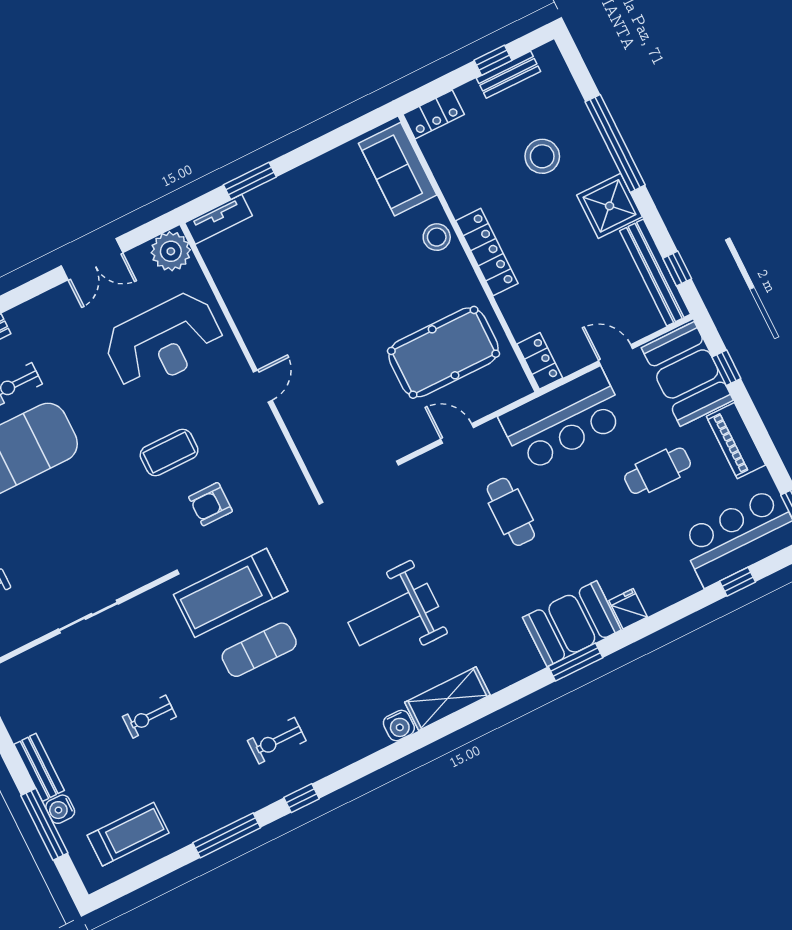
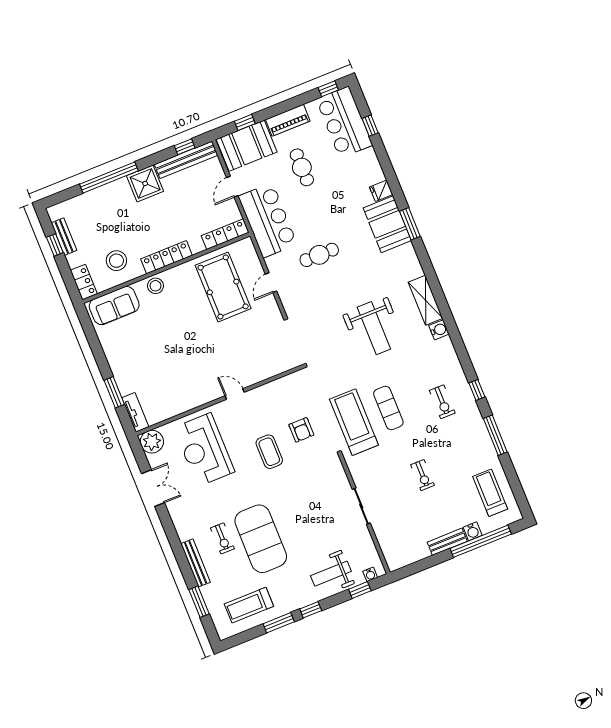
stool: (542, 156) -> (116, 261), moved
reception desk: (164, 341) -> (204, 450), turned 180
locker: (540, 361) -> (225, 234), width x1.53
treadmill: (231, 593) -> (354, 422), turned 180
window: (44, 824) -> (481, 541), width x1.46

